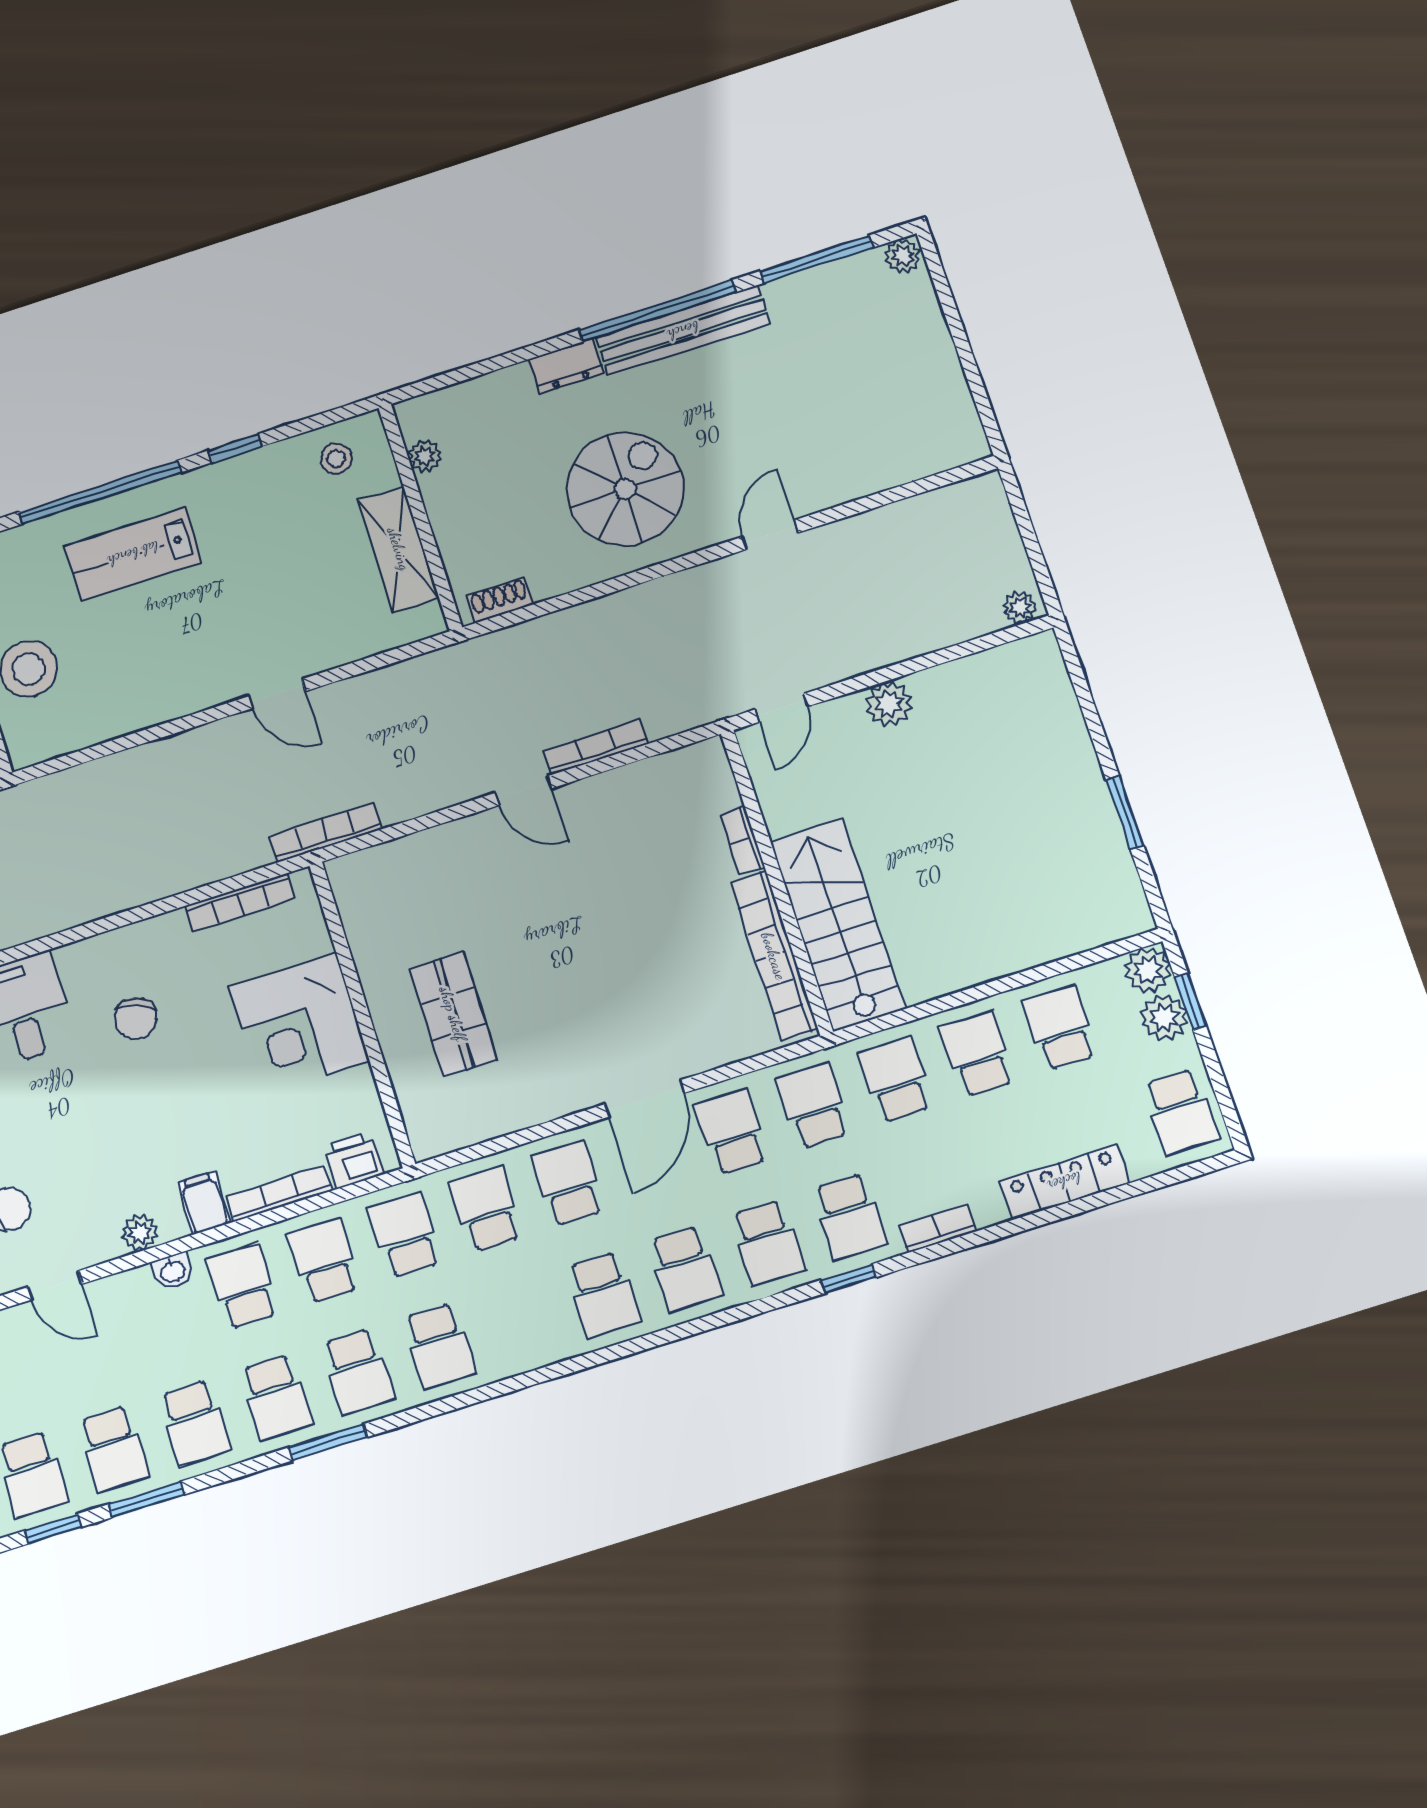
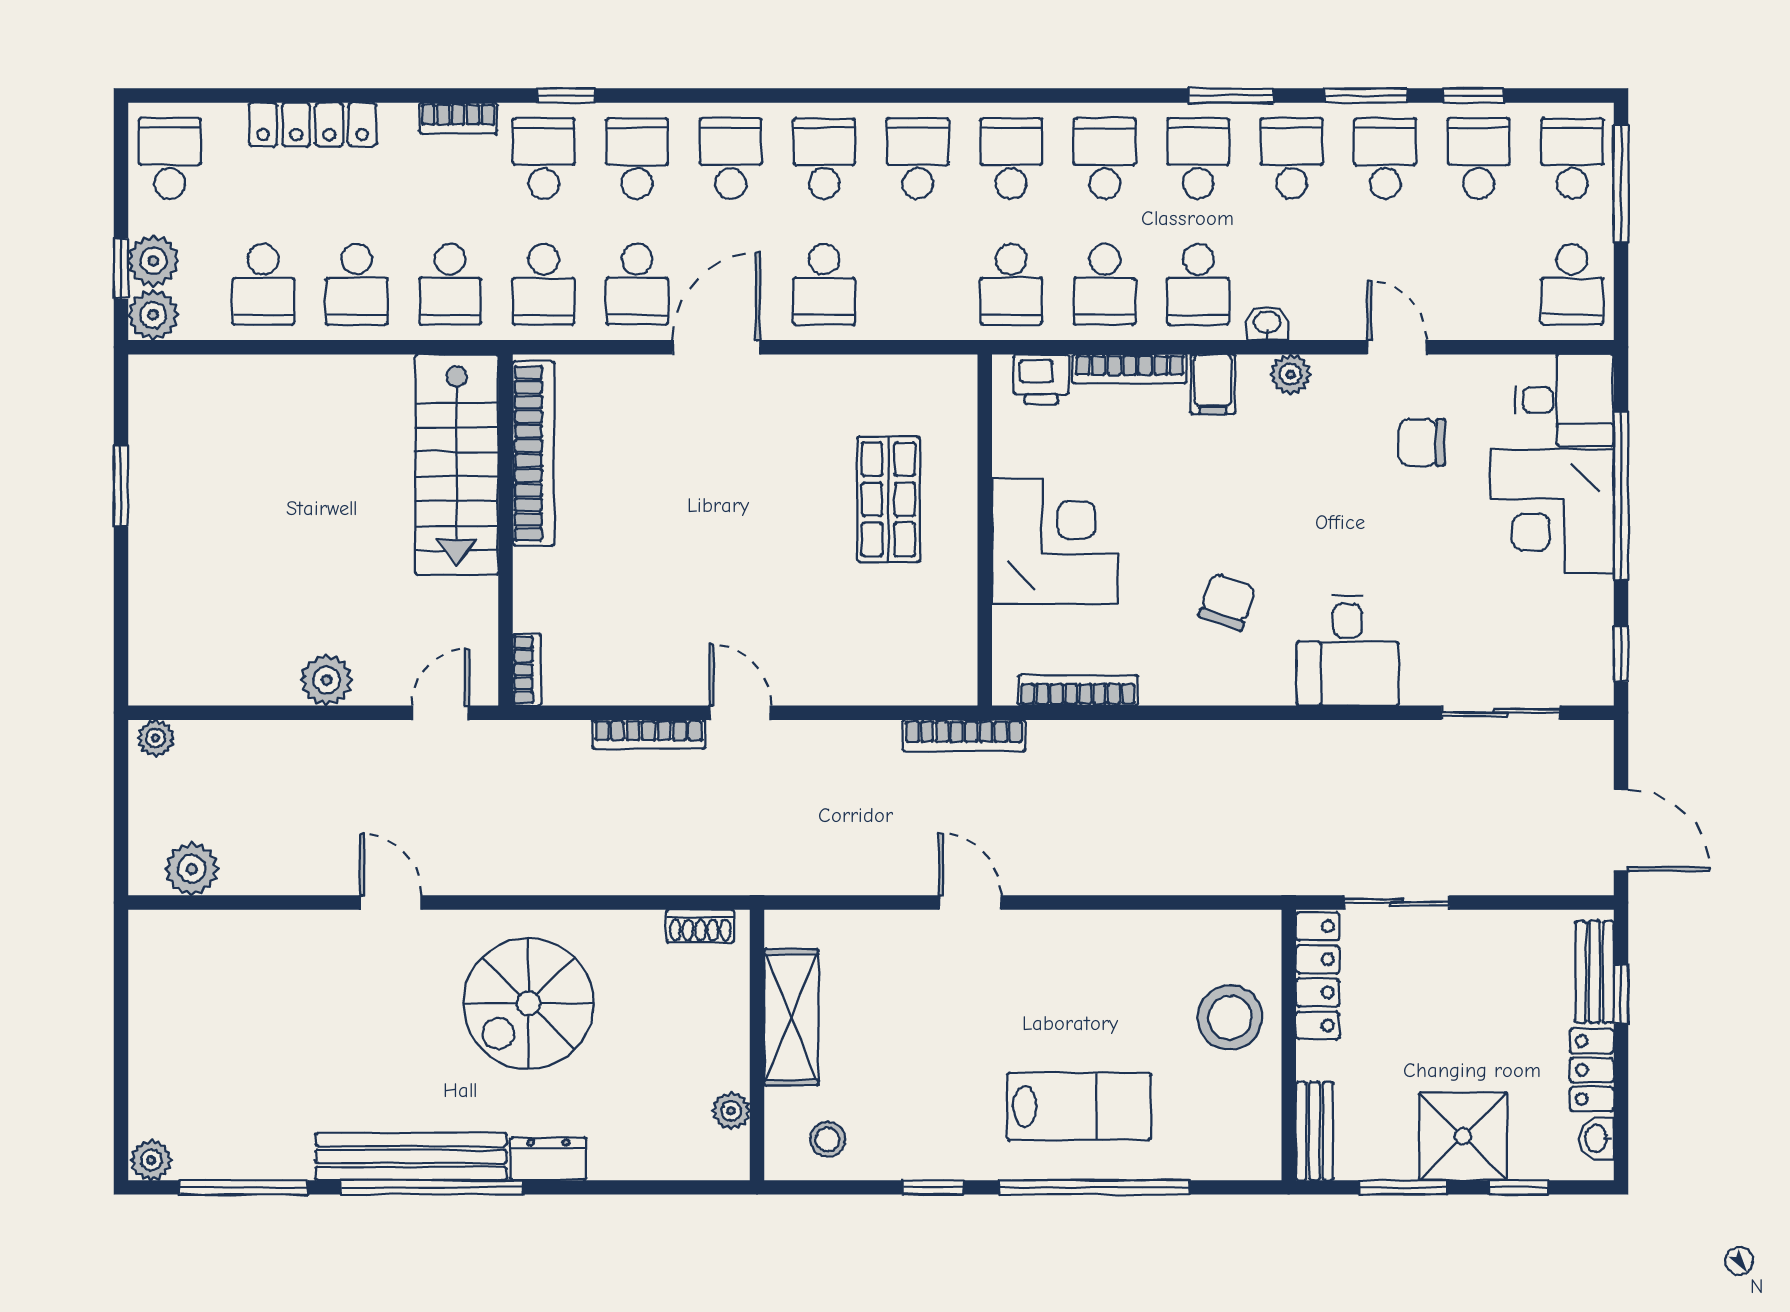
plant: (951, 508) -> (192, 869), added
door: (770, 535) -> (391, 903), swing flipped
bookcase: (743, 841) -> (527, 670), moved
school desk: (487, 1209) -> (918, 158), moved, turned 180
window: (328, 1442) -> (1231, 96), moved

